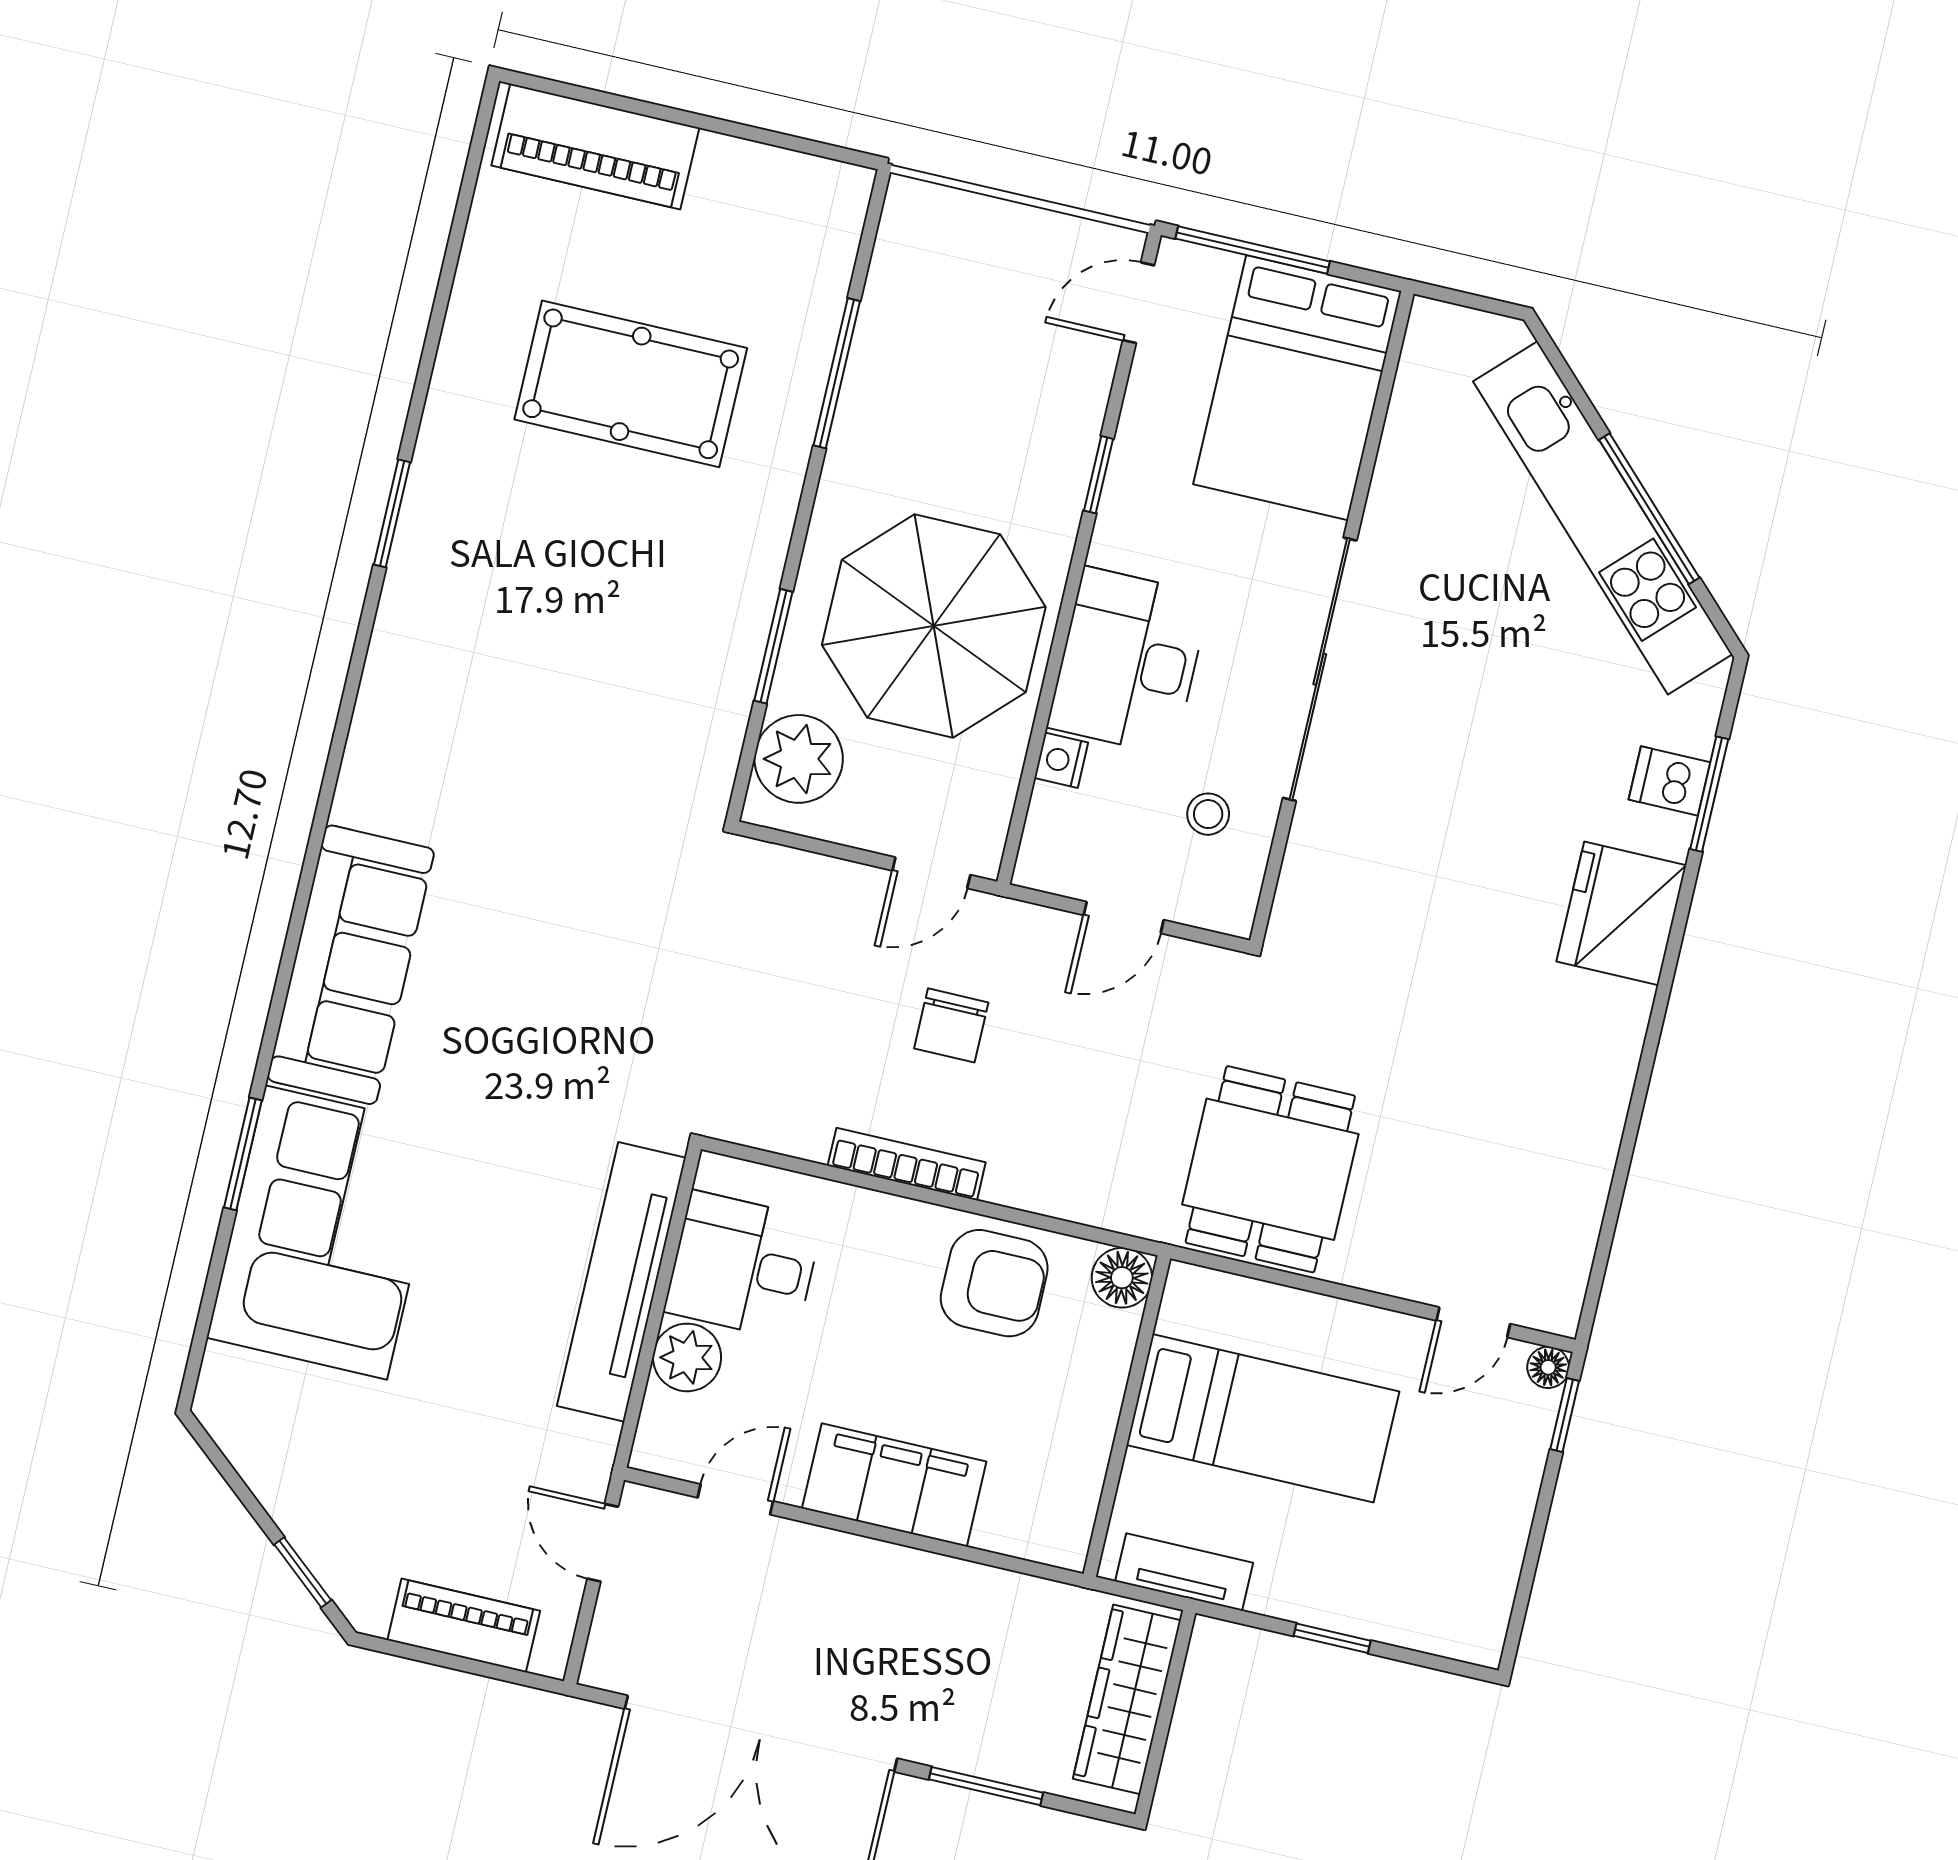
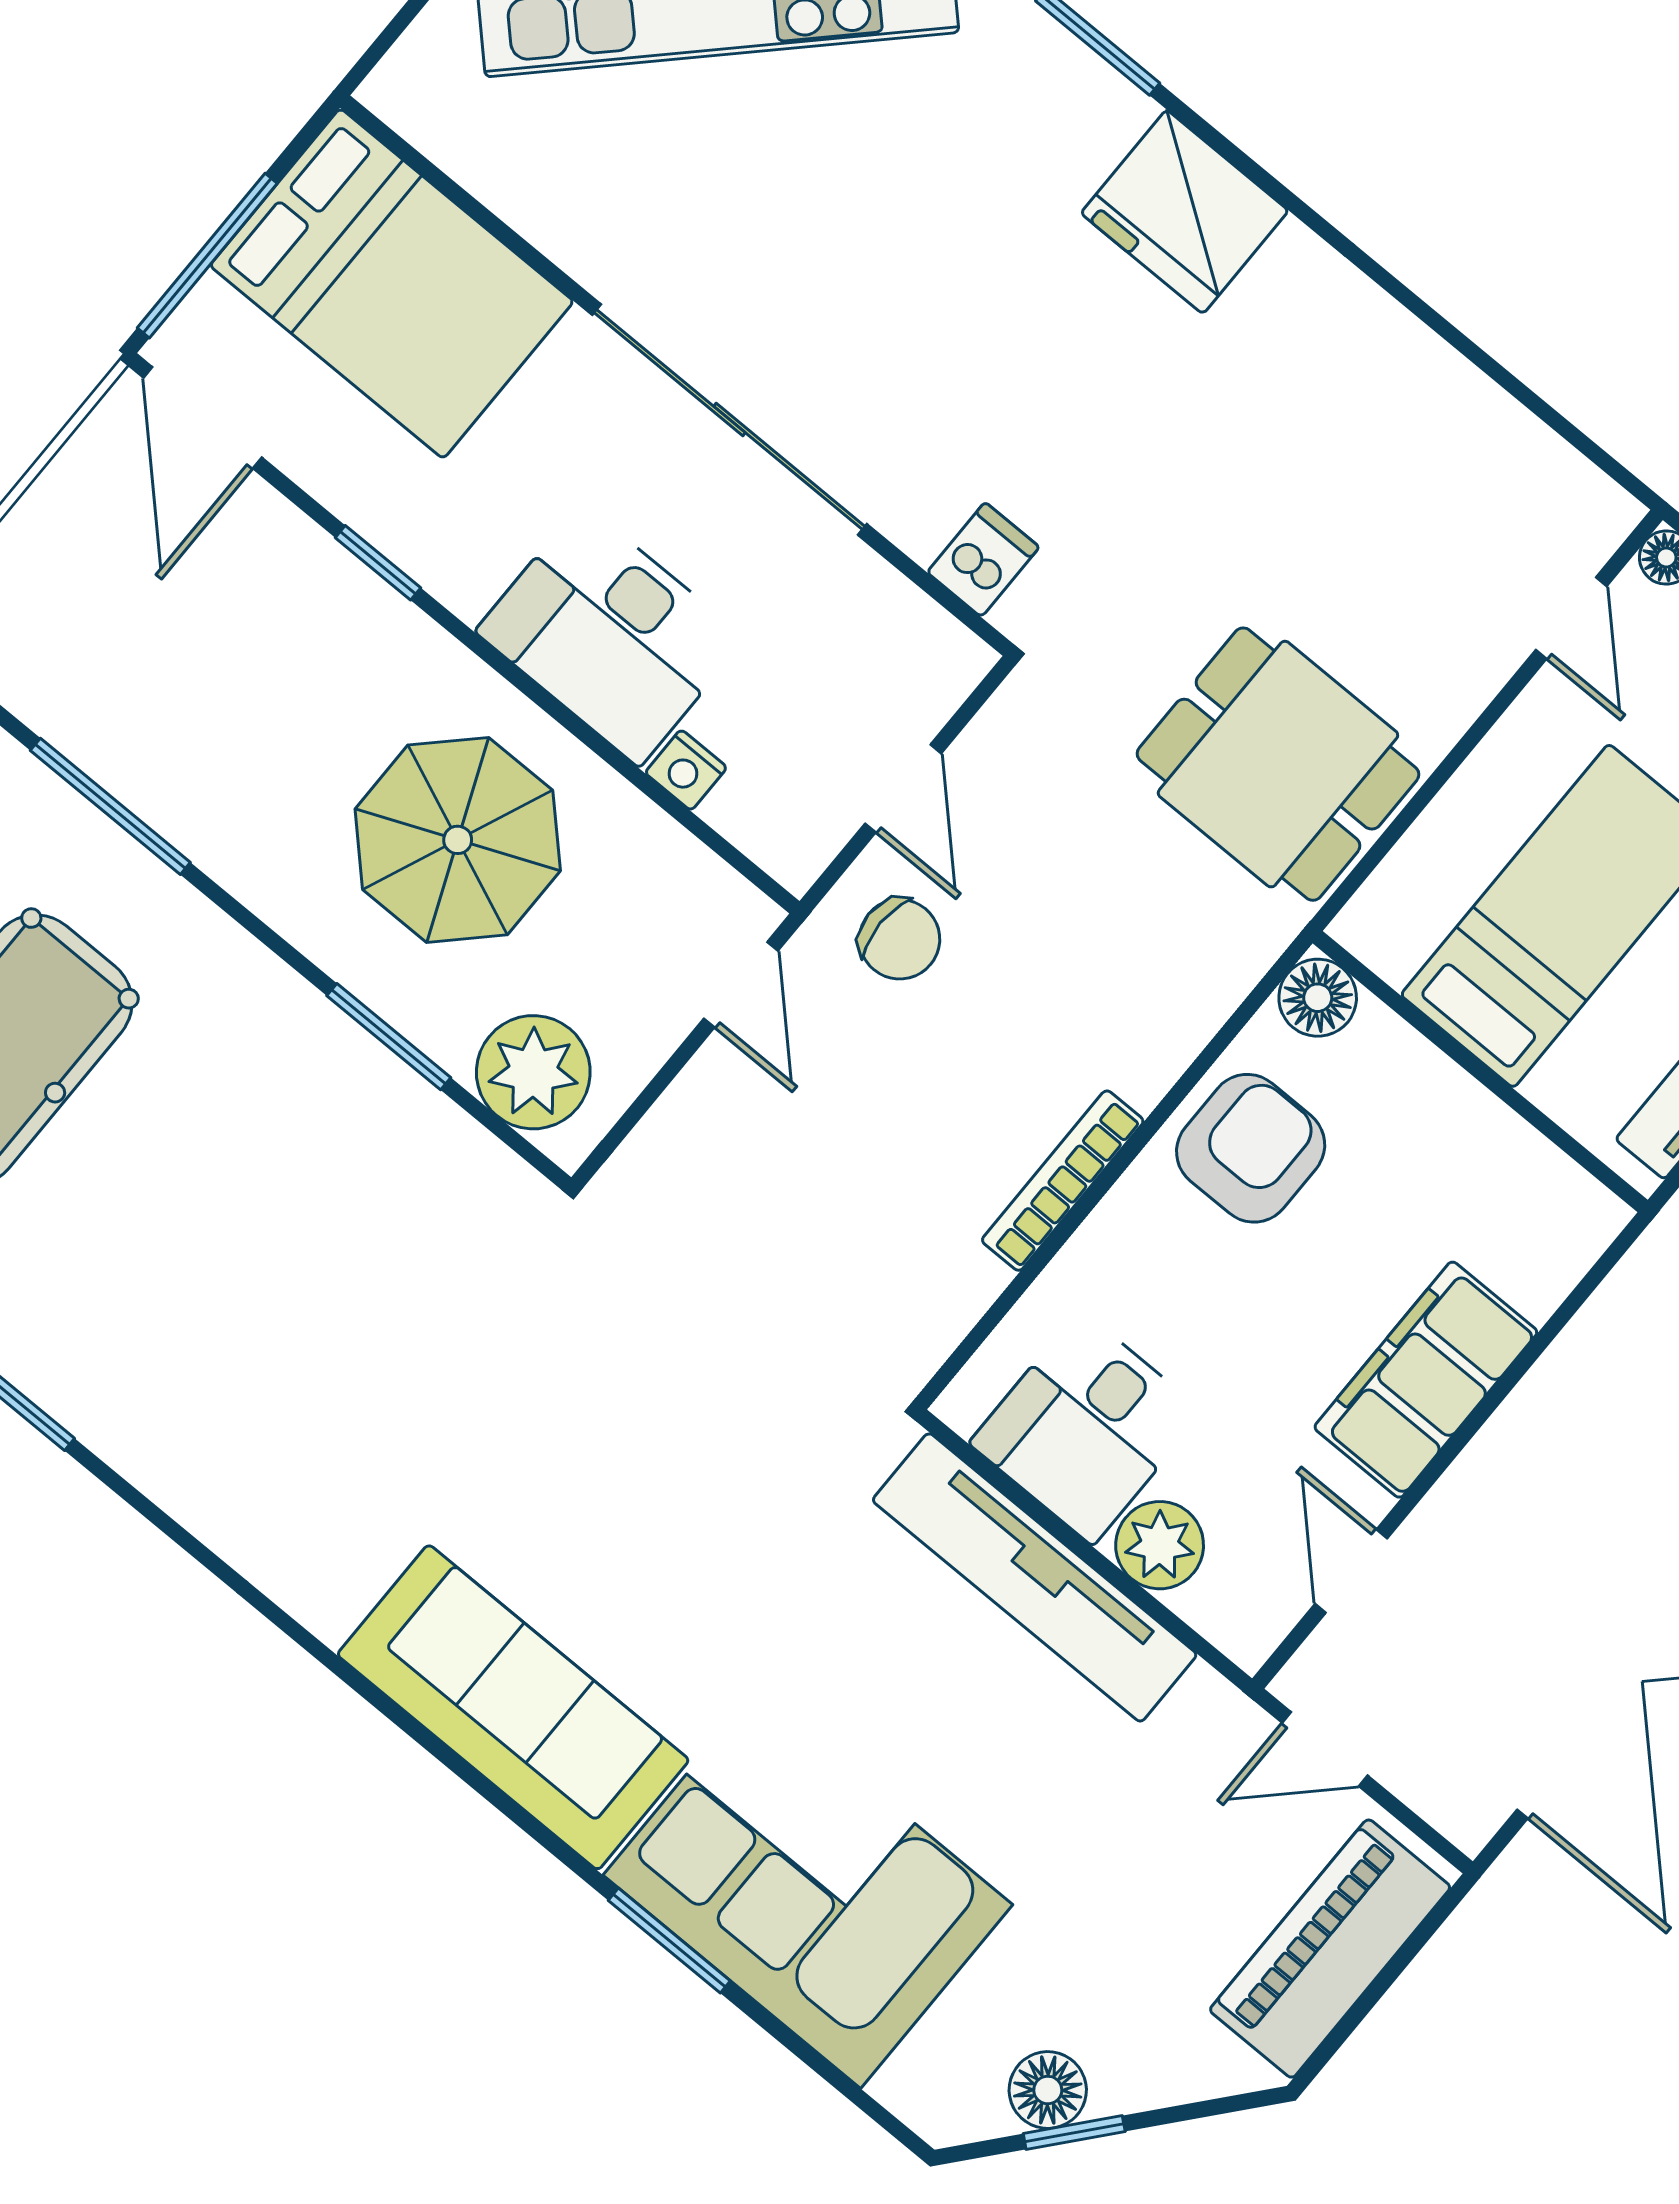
door: (1139, 303) -> (203, 418), width x1.37
parasol: (934, 626) -> (458, 840), width x0.73, depth x0.73
dishwasher: (1669, 781) -> (983, 560), moved, turned 180
stool: (1208, 814) -> (832, 632), removed
chair: (951, 1025) -> (900, 939), moved
floor lamp: (270, 1468) -> (1048, 2090), added
window: (303, 1572) -> (1074, 2133), moved
piano: (464, 1626) -> (1330, 1949), width x1.37, depth x1.33

